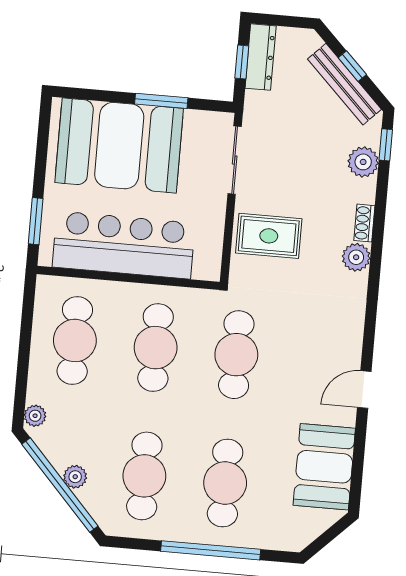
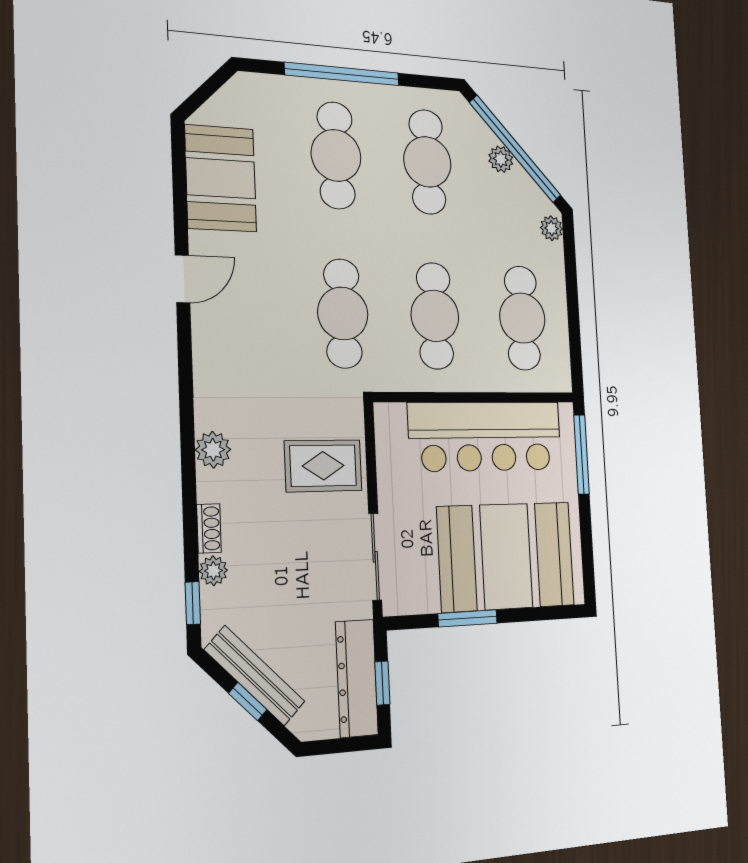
dresser: (261, 57) -> (357, 678), width x1.37, depth x1.24
plant: (363, 162) -> (213, 571), width x0.73, depth x0.73
window: (36, 221) -> (581, 454), width x1.44
shoe rack: (364, 223) -> (209, 528), moved

